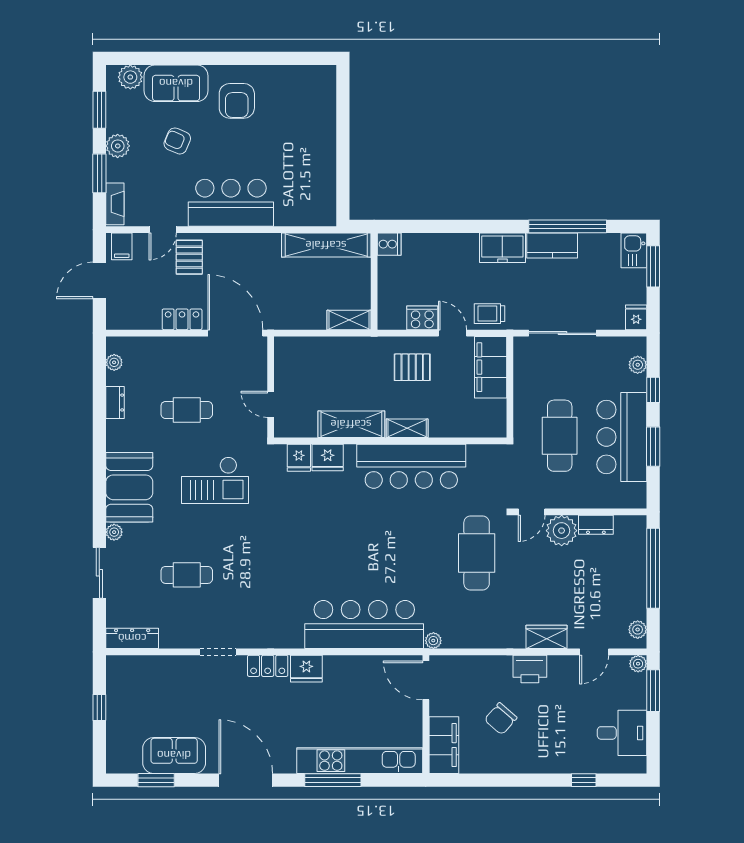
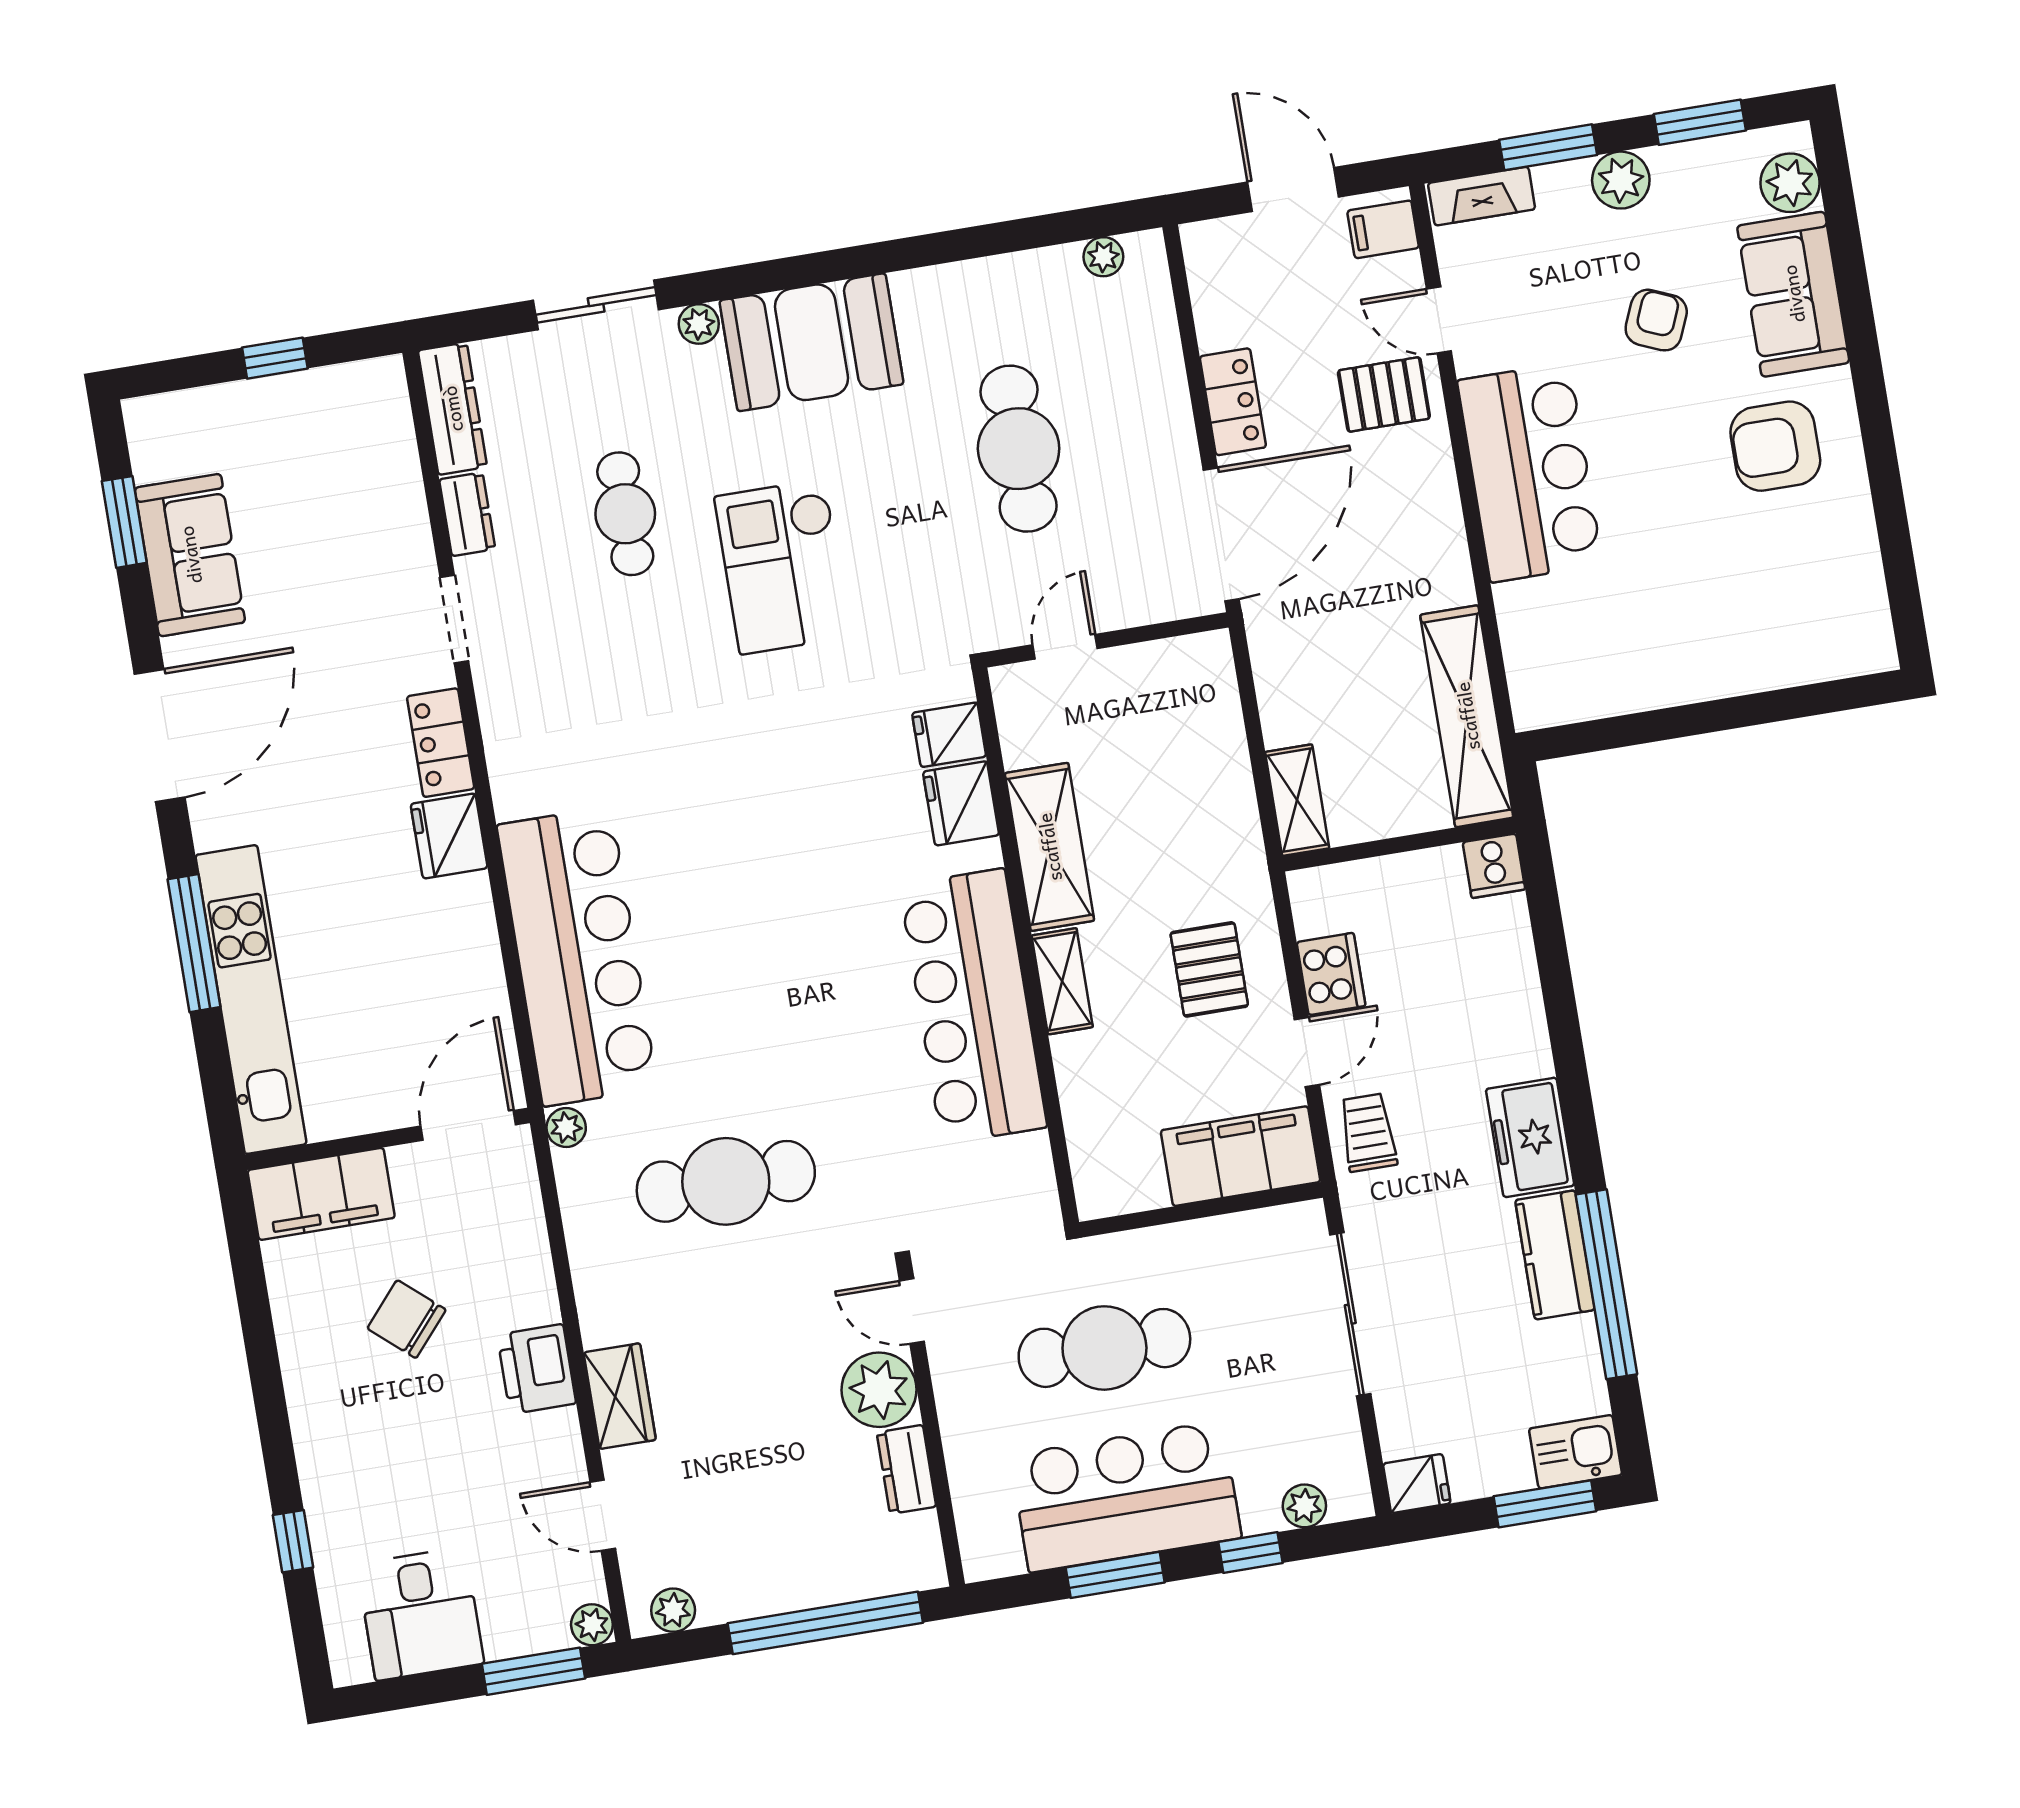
dresser: (115, 403) -> (467, 514), moved, turned -90
cafe table: (187, 410) -> (1019, 449), width x1.37, depth x1.35
checkout: (215, 480) -> (783, 567), moved
cafe table: (477, 553) -> (726, 1181), moved

